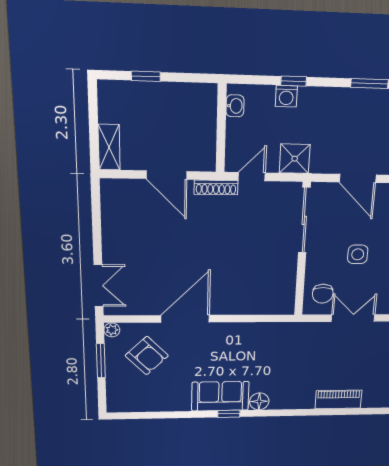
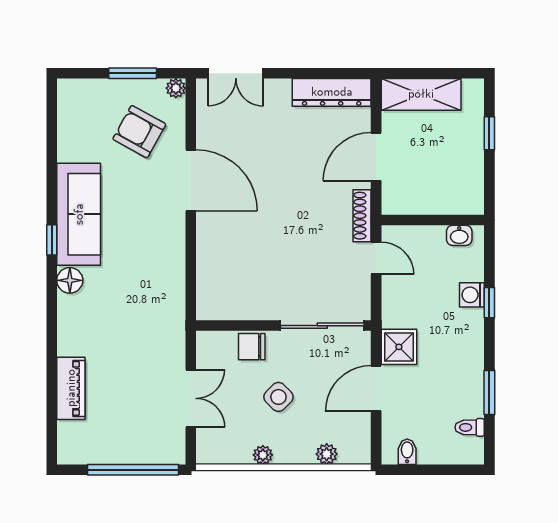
shelving: (109, 147) -> (421, 94), width x1.50, depth x1.33
shower: (295, 159) -> (399, 347), moved
dresser: (112, 211) -> (332, 92), added
side table: (358, 254) -> (278, 397), turned 45
chair: (323, 294) -> (252, 347), moved
armchair: (147, 356) -> (139, 132), turned 73
sofa: (220, 396) -> (79, 214), width x1.36

